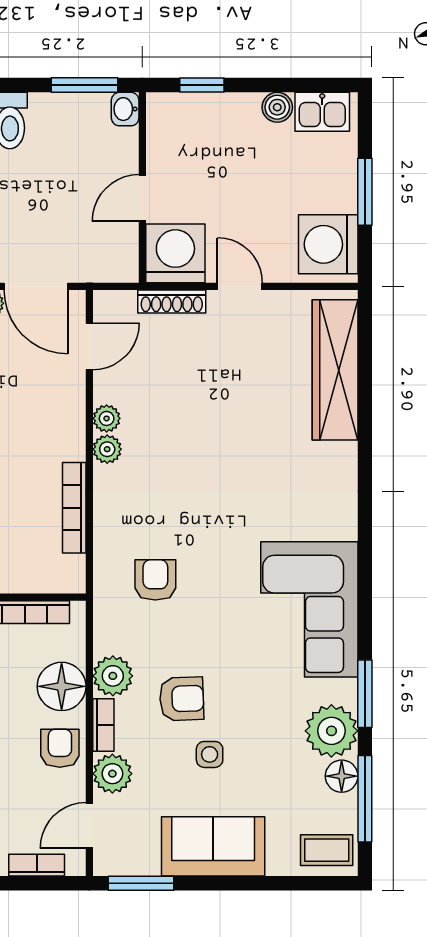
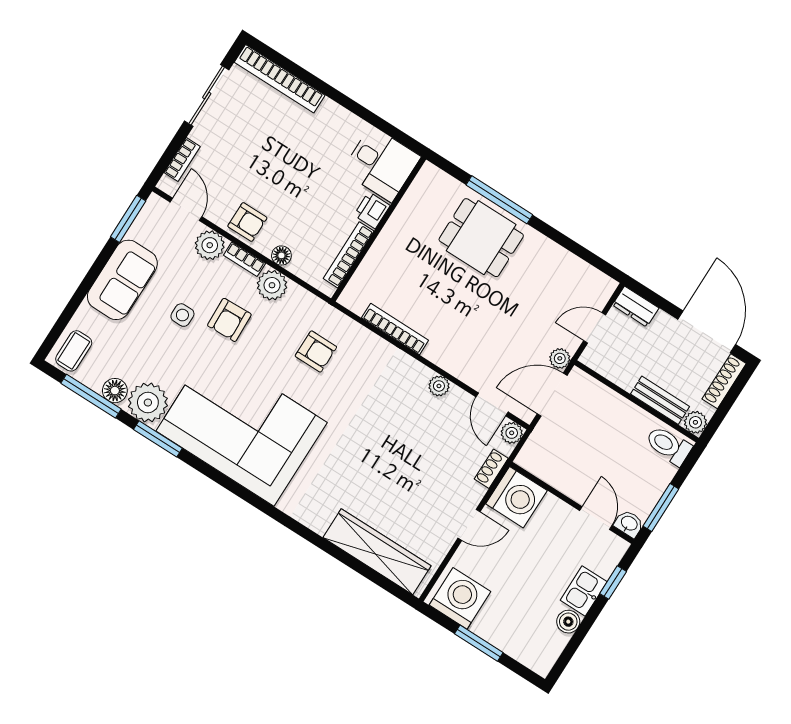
kitchen sink: (322, 112) -> (584, 591), moved
door: (142, 198) -> (596, 518), moved
shoe rack: (172, 301) -> (491, 469), width x0.70
plant: (107, 449) -> (512, 433), moved
corner sofa: (309, 609) -> (242, 427), width x1.36, depth x1.36
floor lamp: (62, 686) -> (281, 255), width x0.53, depth x0.53

